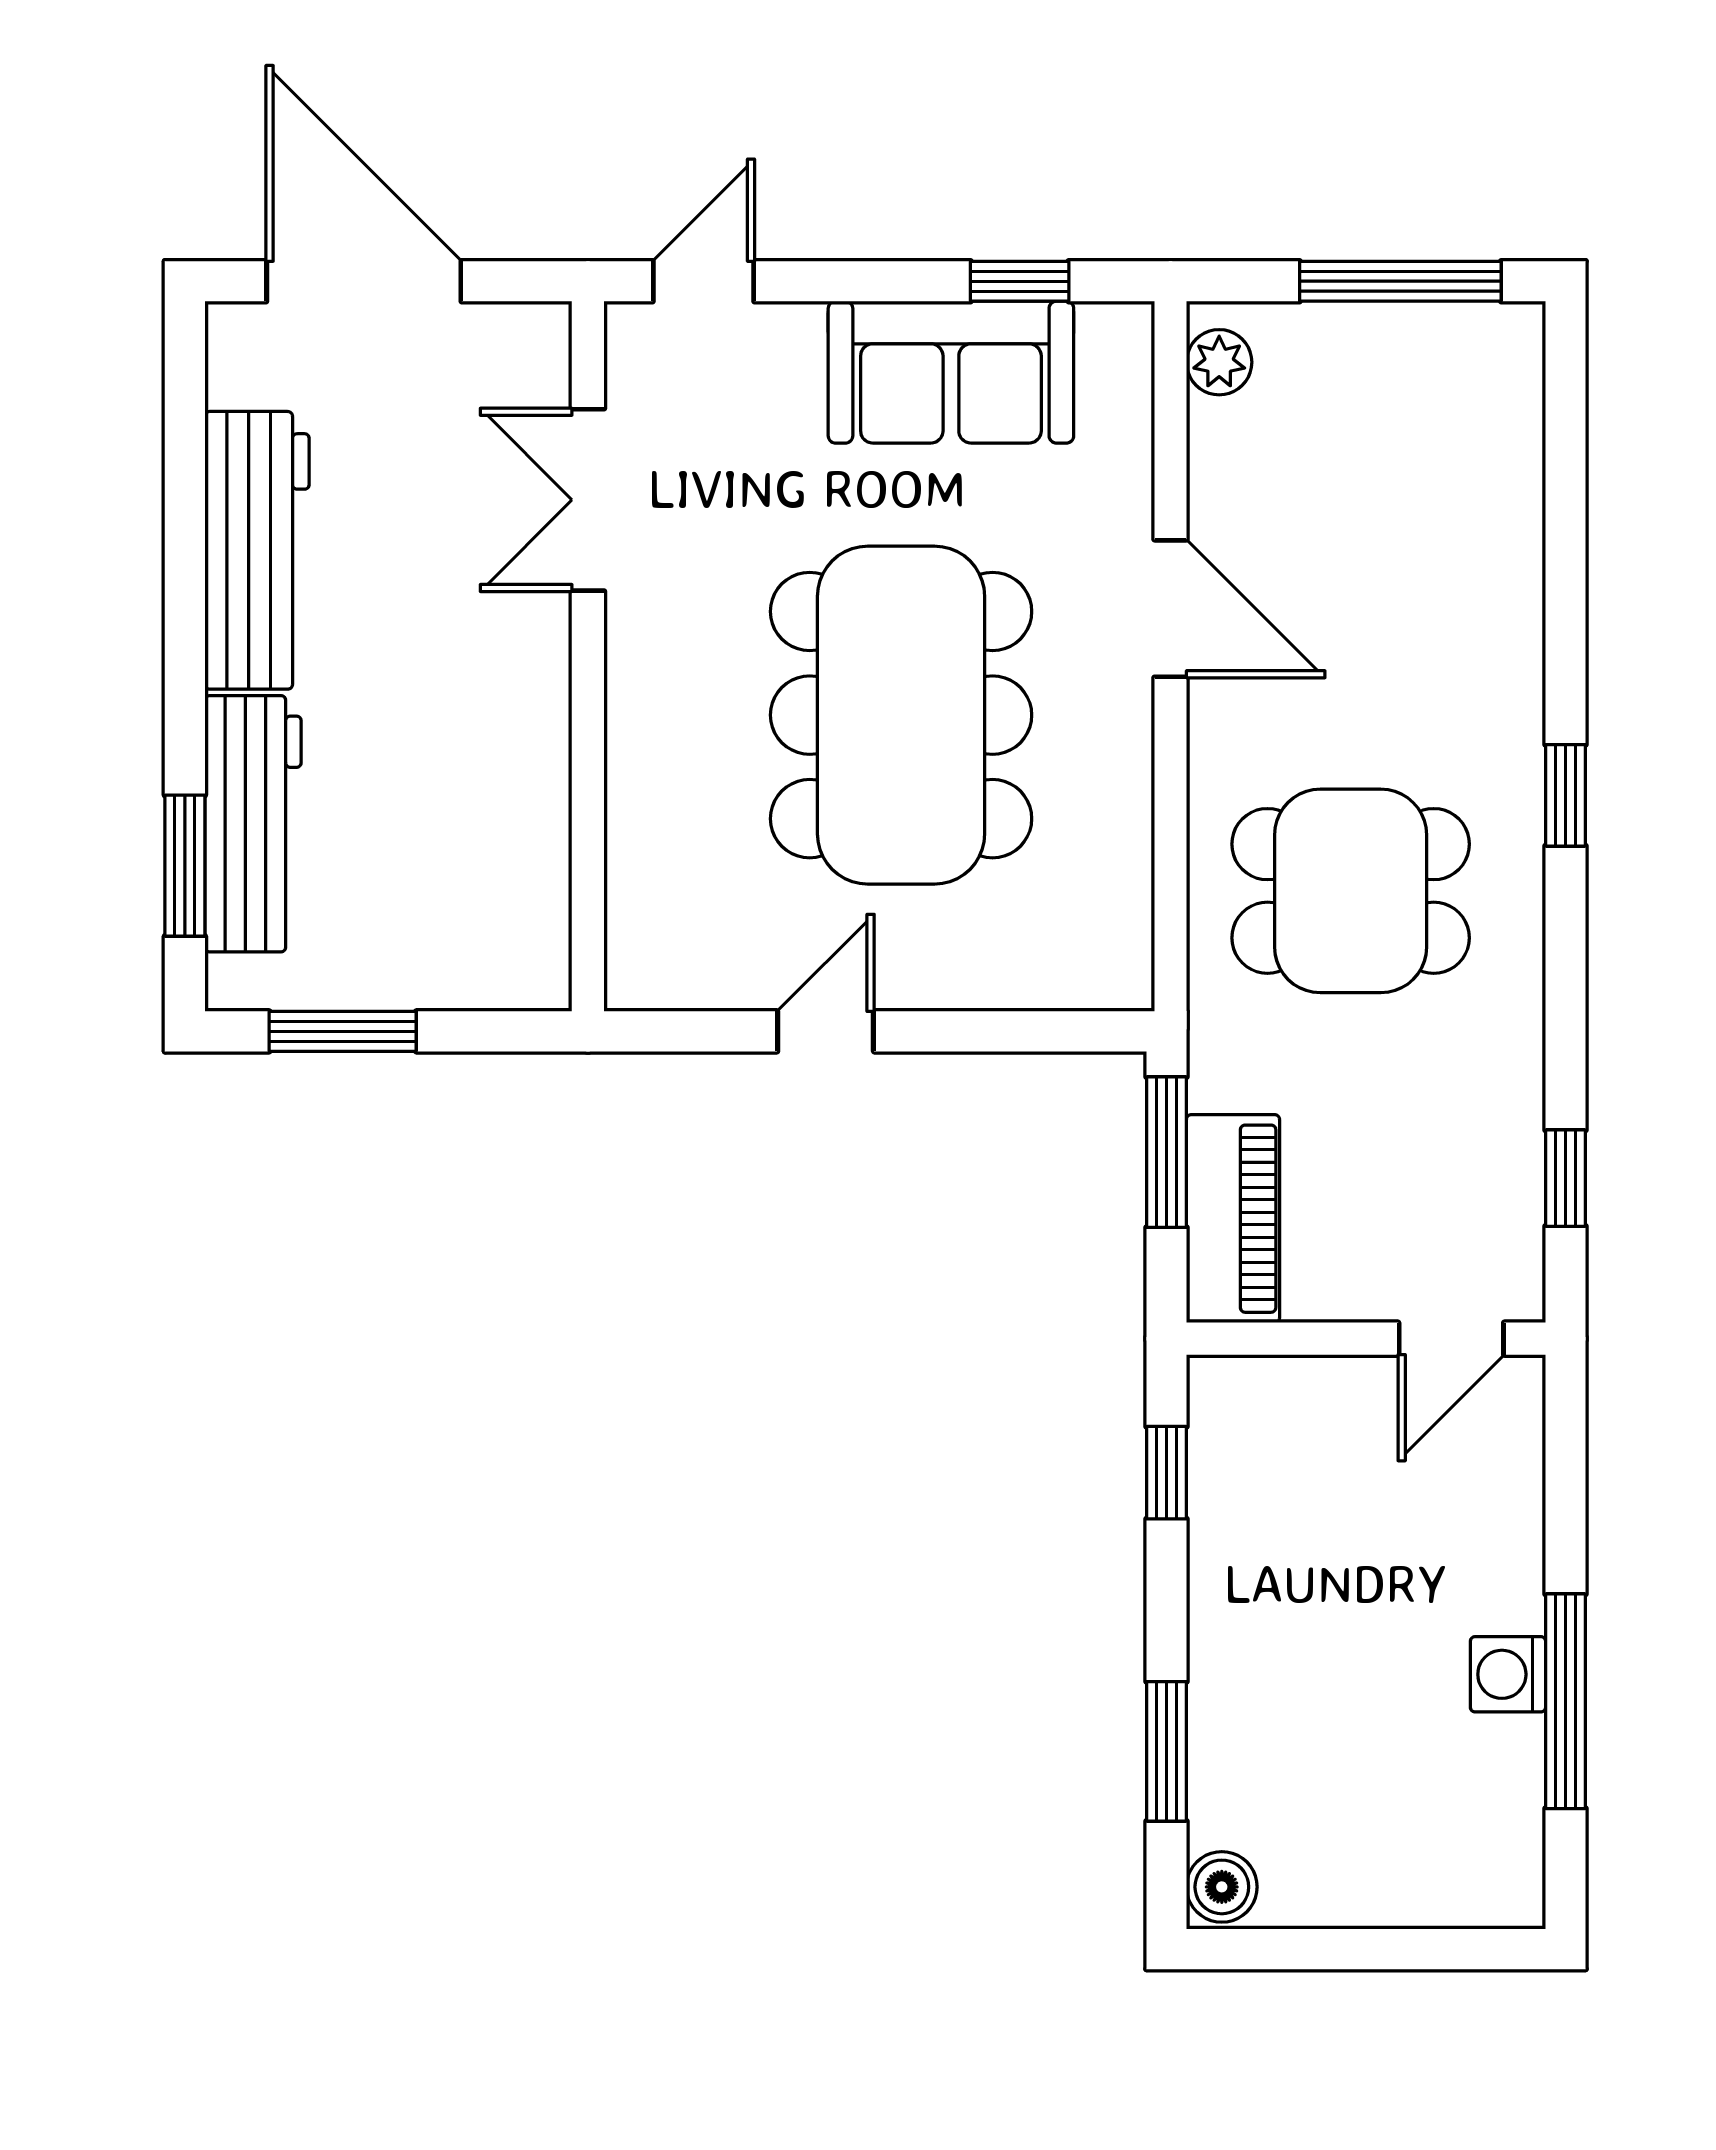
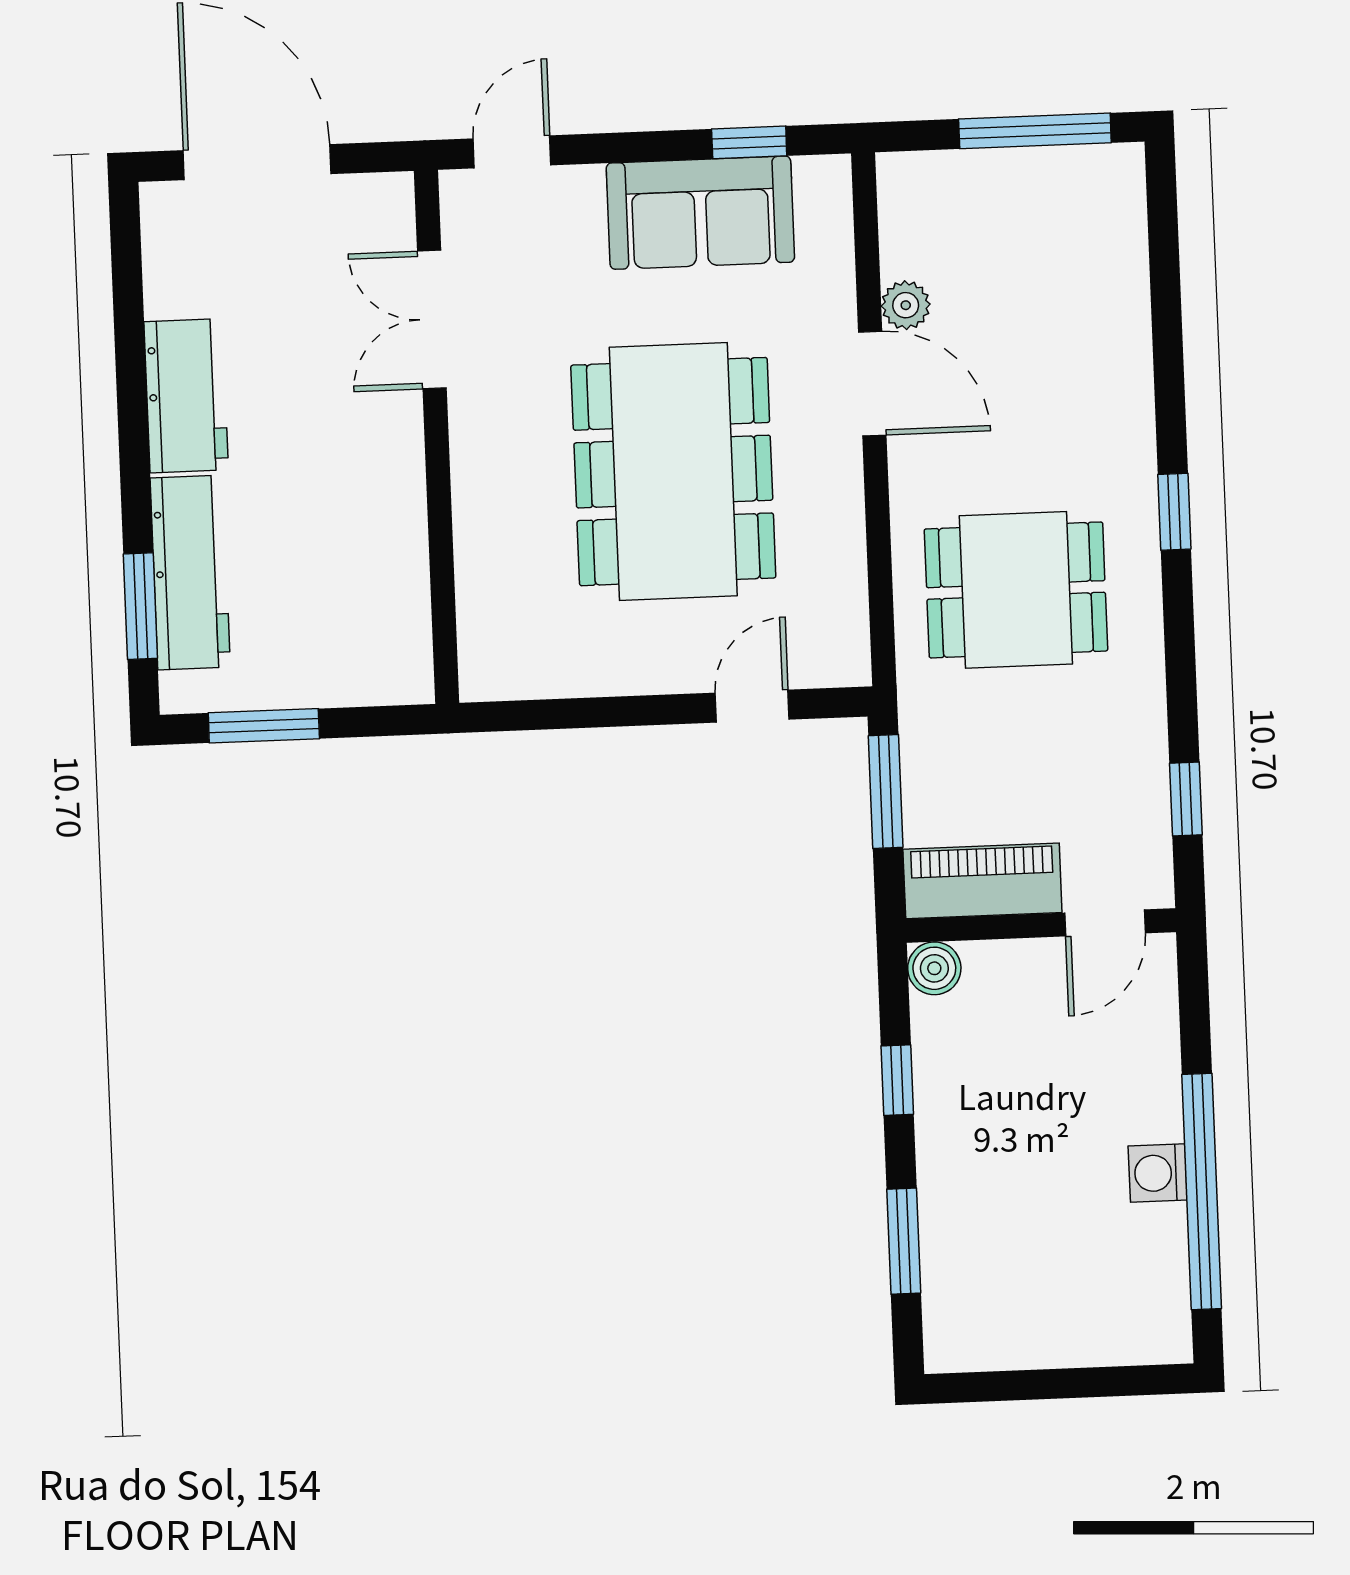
plant: (1219, 362) -> (906, 305), moved
workbench: (257, 550) -> (186, 396), width x0.73
door: (826, 1031) -> (752, 706), moved
piano: (1233, 1219) -> (982, 881), moved, turned -90
window: (1167, 1473) -> (897, 1080), moved
window: (1566, 1701) -> (1202, 1192), width x1.46
boiler: (1222, 1887) -> (934, 968), moved

